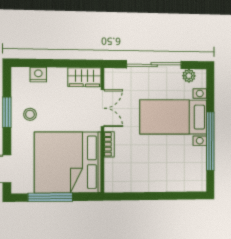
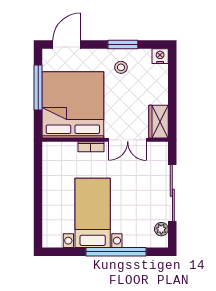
nightstand: (38, 75) -> (160, 56), moved, turned -90
bed with nightstands: (173, 117) -> (93, 213), moved
window: (210, 141) -> (116, 252), moved

